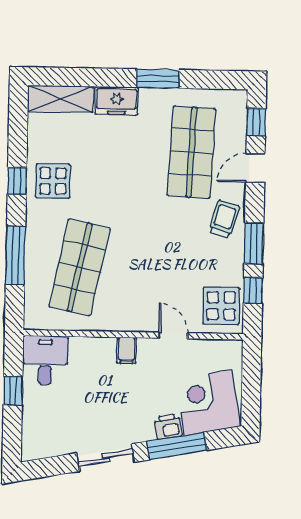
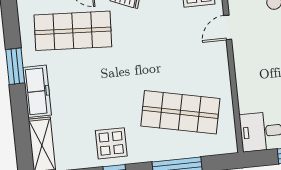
freezer: (117, 101) -> (37, 91), width x1.40
filing cabinet: (127, 350) -> (245, 65), removed

